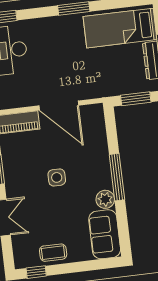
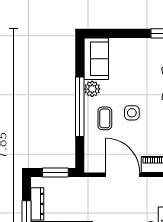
window: (117, 177) -> (80, 107), width x1.46
coffee table: (53, 253) -> (105, 118), moved, turned 90

